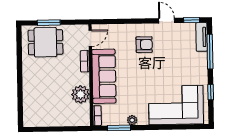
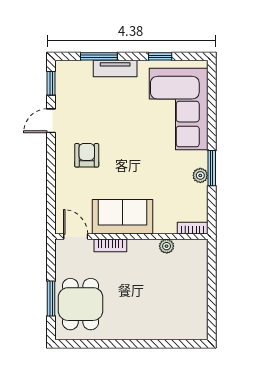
tv unit: (202, 37) -> (115, 68), moved
window: (210, 52) -> (99, 56), width x0.69
sofa: (104, 76) -> (123, 217), width x0.73
plant: (81, 94) -> (167, 246), width x0.53, depth x0.53
window: (119, 128) -> (212, 168), moved

